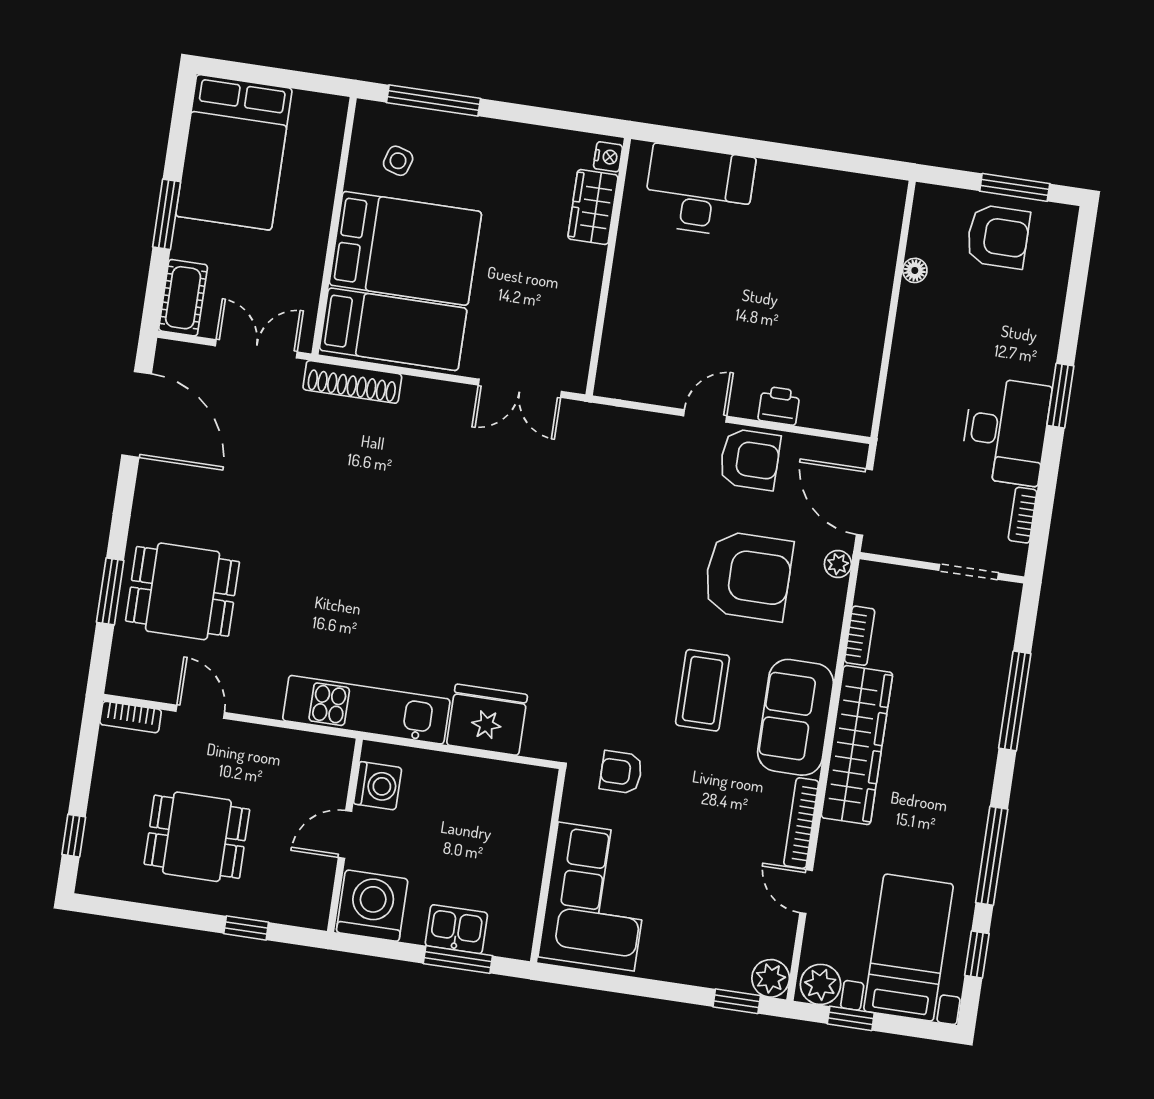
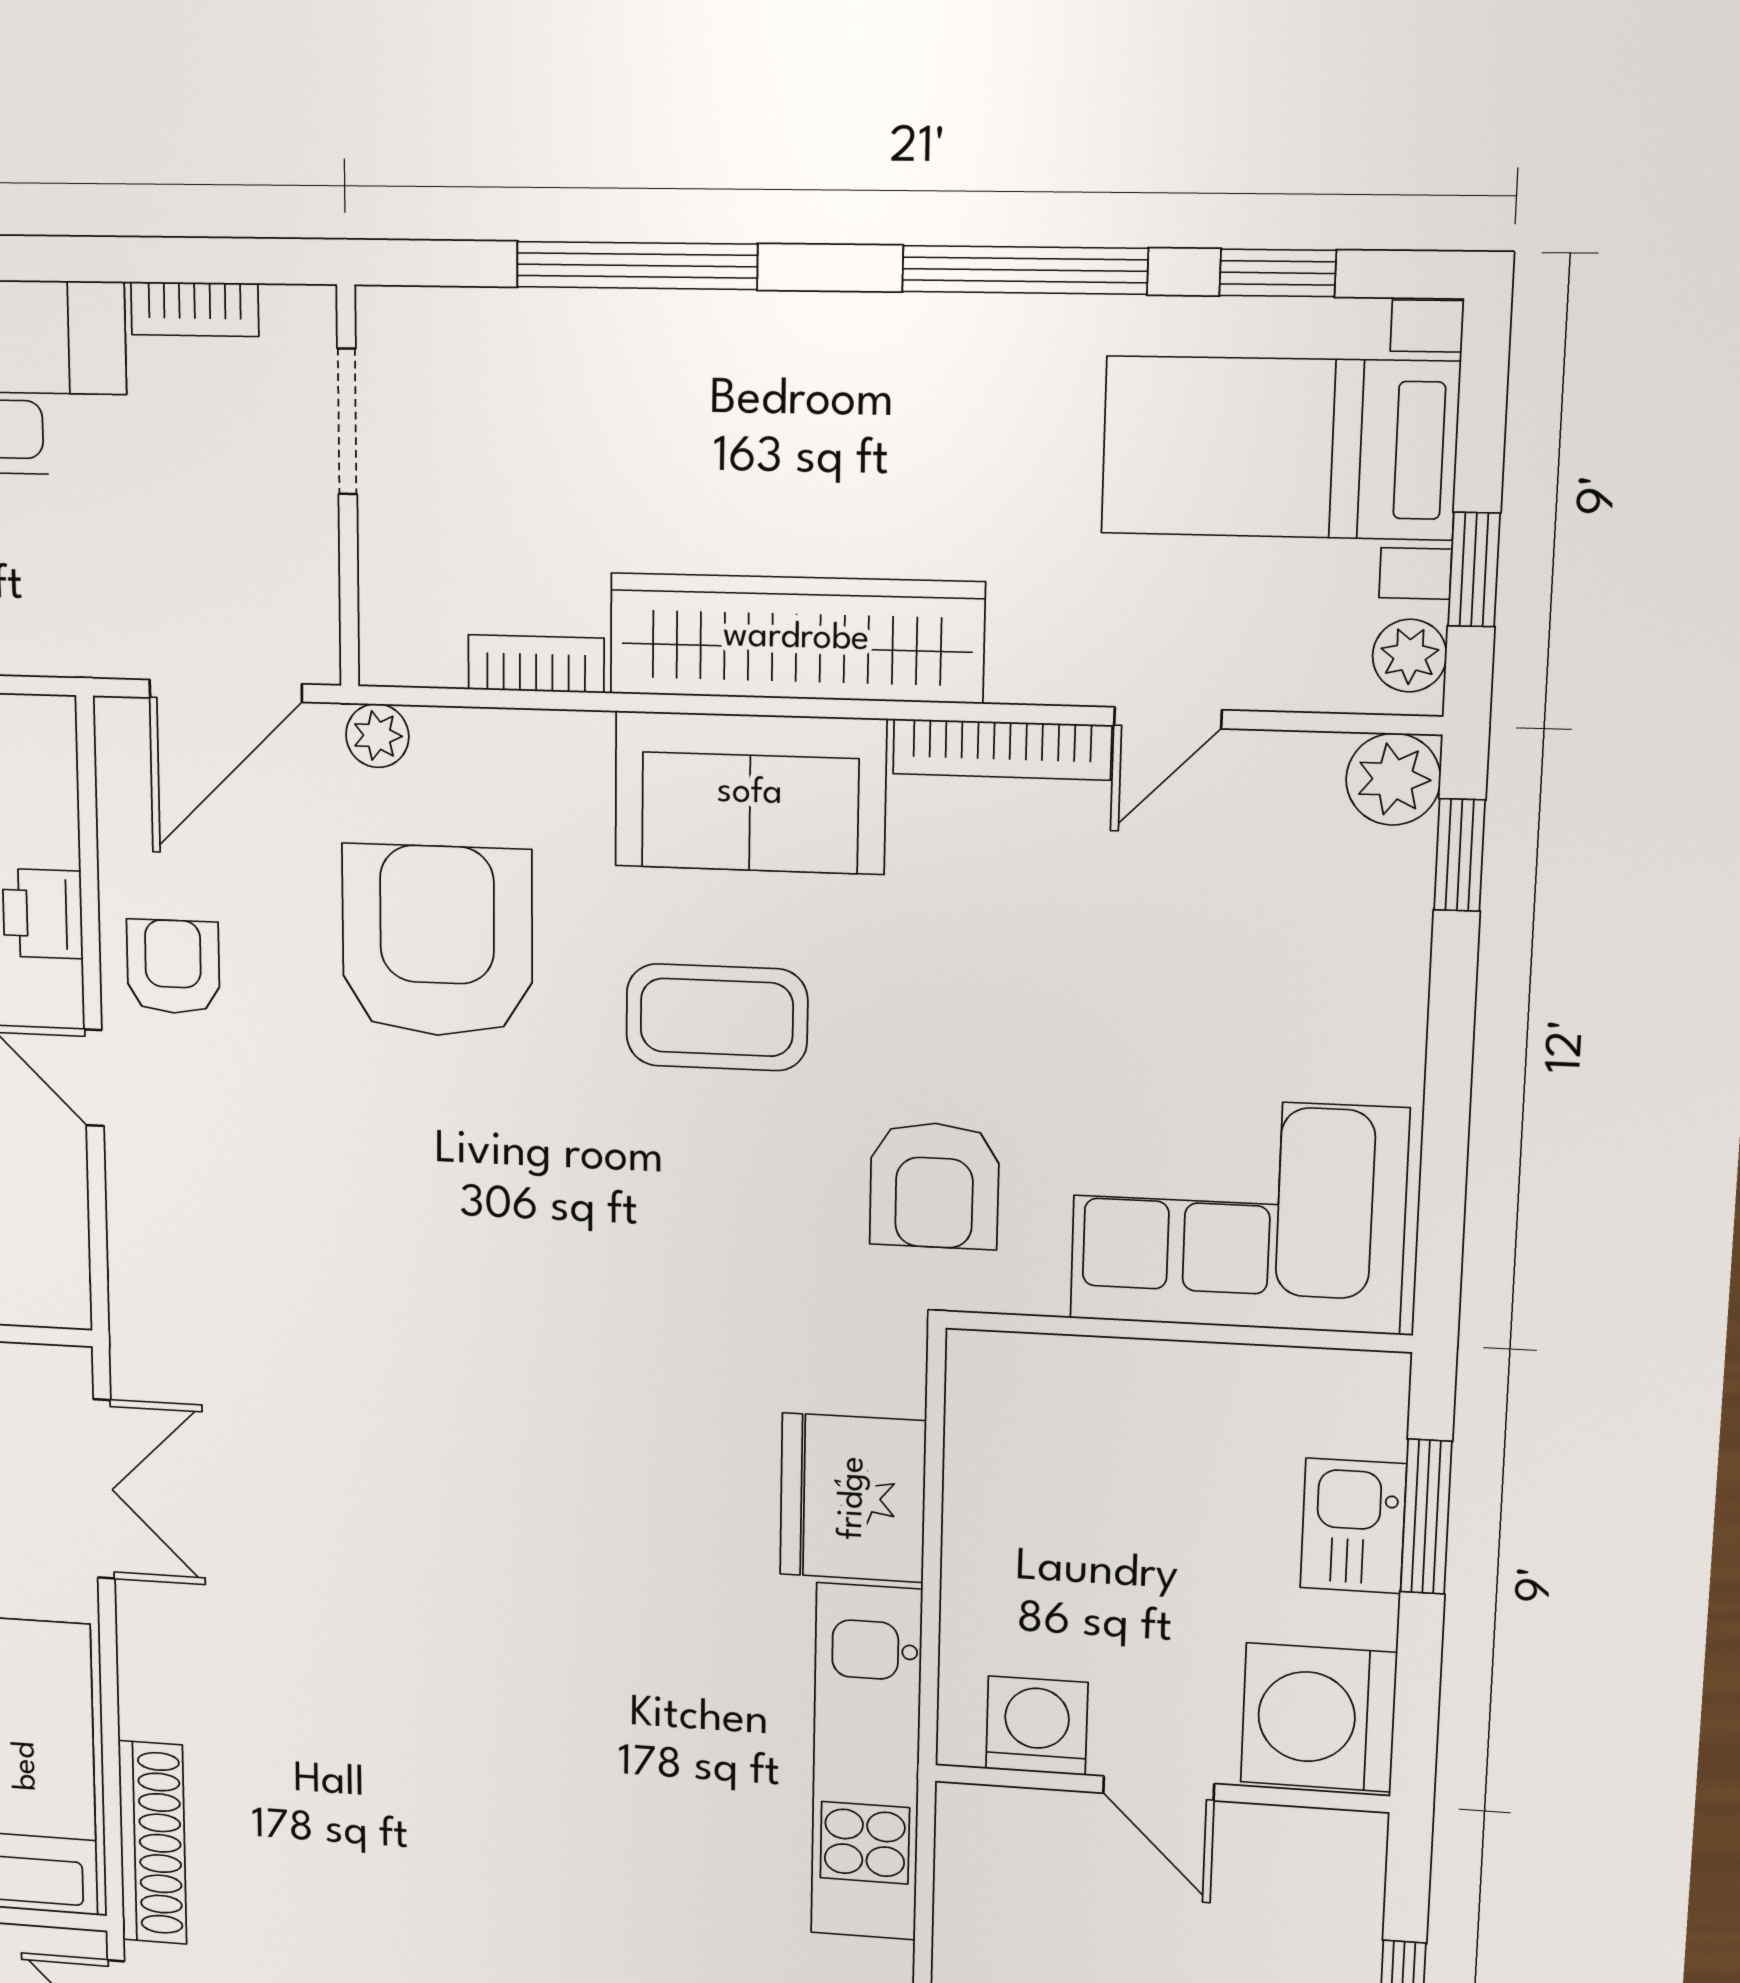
armchair: (750, 459) -> (173, 967), width x0.72, depth x0.72
armchair: (621, 772) -> (934, 1185), width x1.38, depth x1.38
plant: (820, 984) -> (1410, 656), width x0.73, depth x0.73

